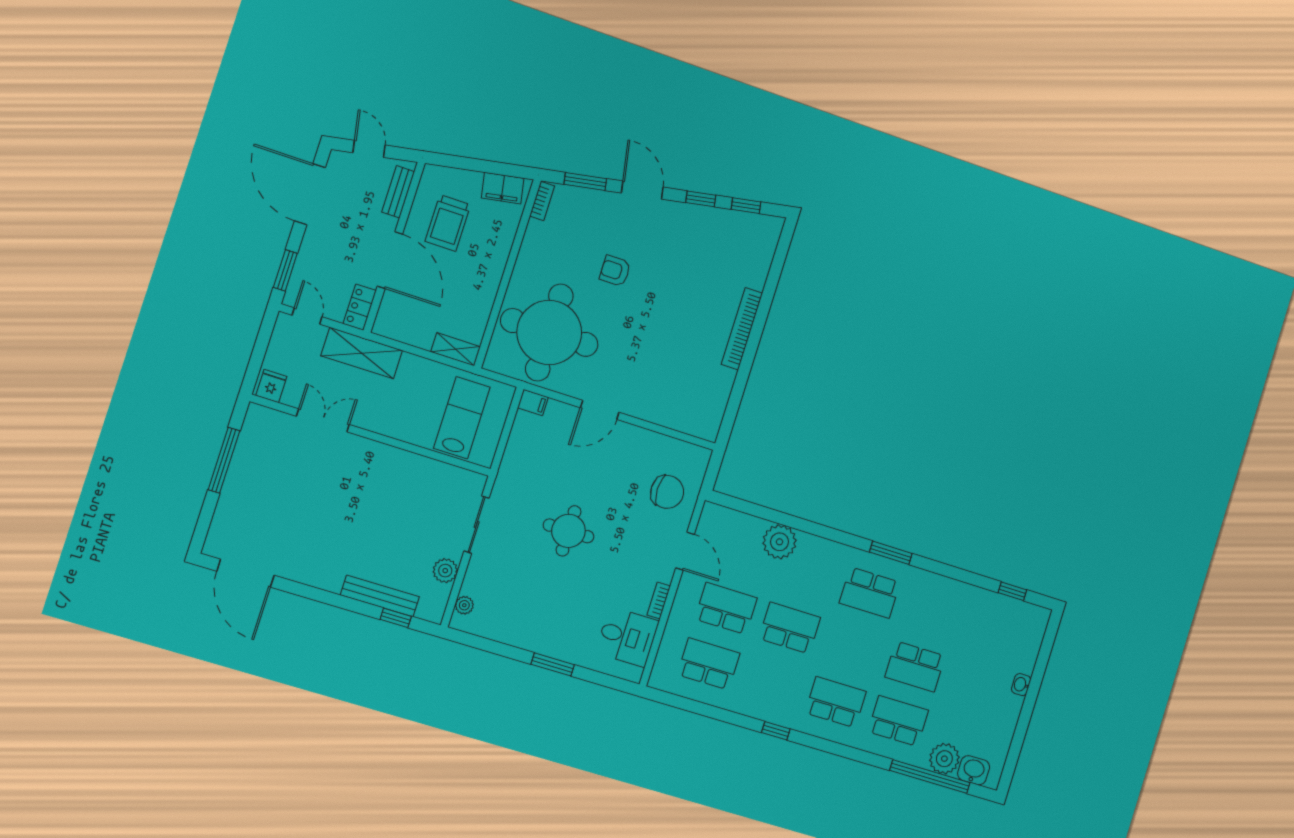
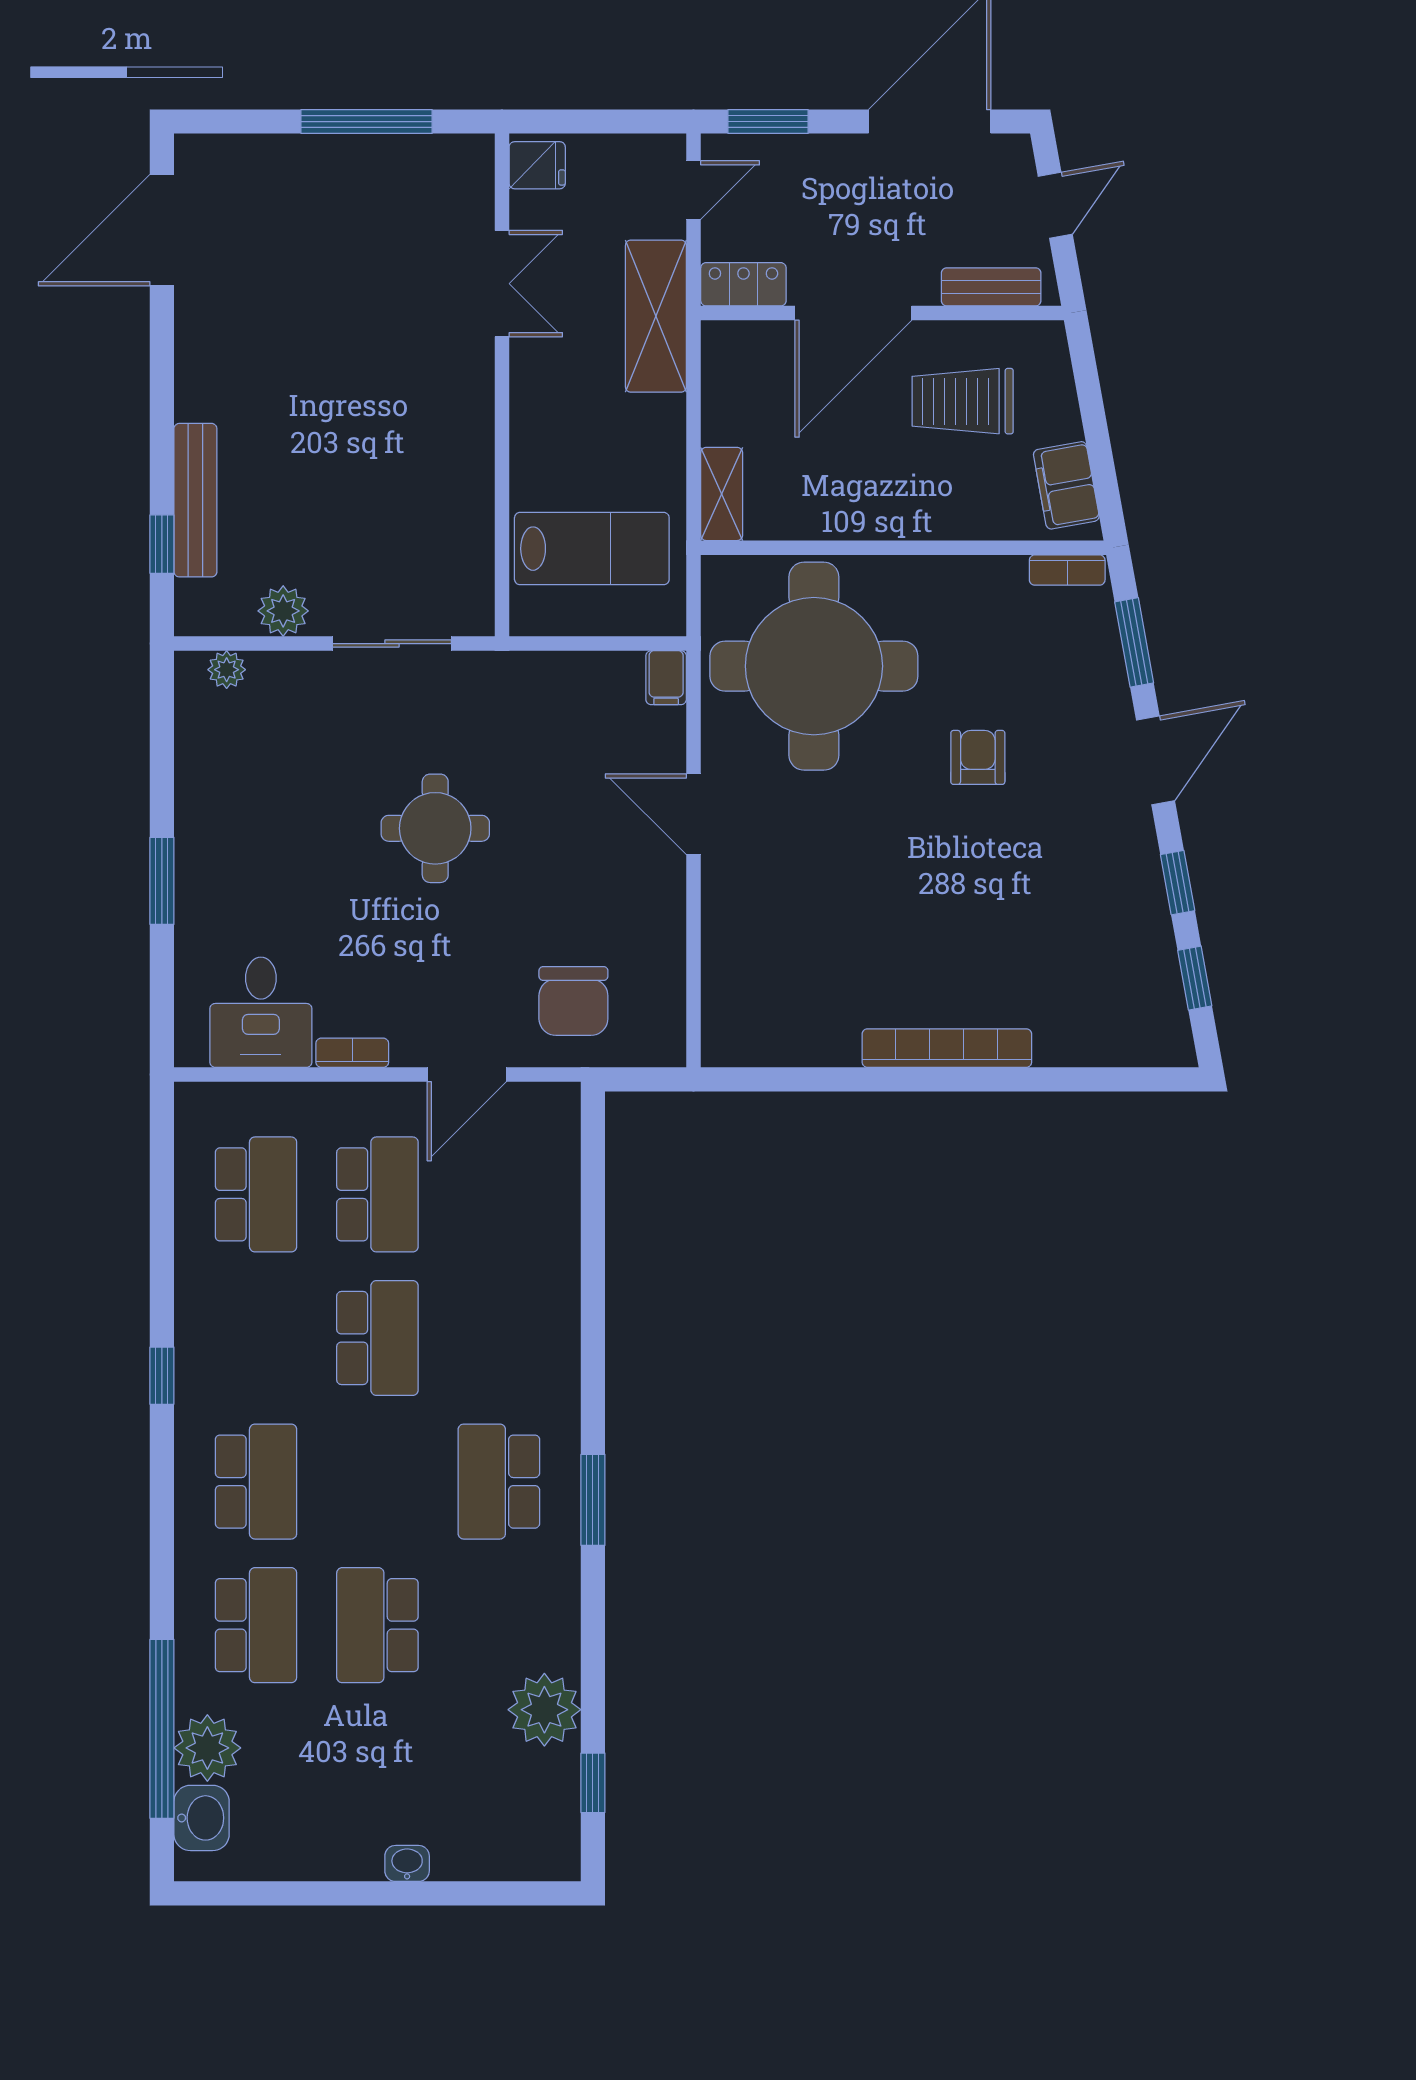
plant: (779, 542) -> (544, 1710), moved

